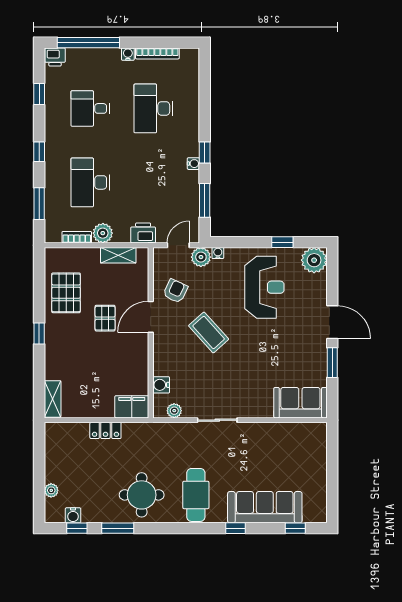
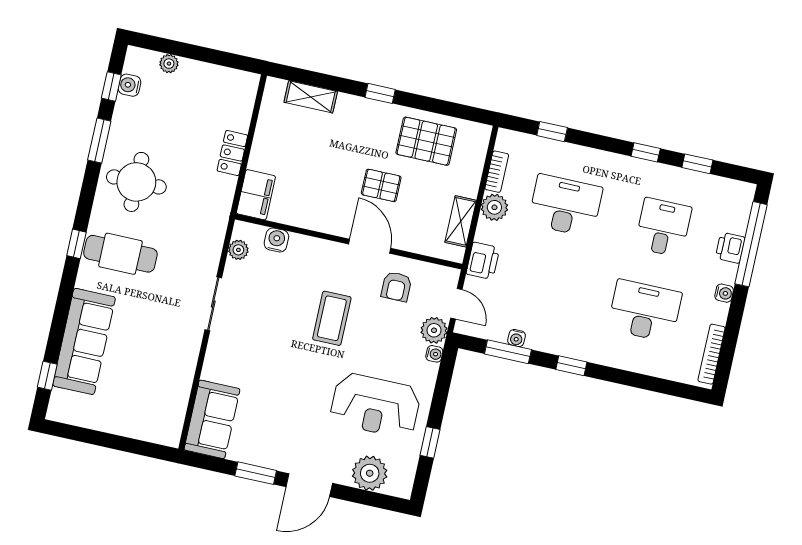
bookcase: (157, 53) -> (712, 354), moved
printer: (55, 57) -> (730, 248), moved
window: (39, 152) -> (646, 152), moved
water cooler: (193, 164) -> (516, 338), moved
window: (39, 204) -> (552, 132), width x0.67
plant: (314, 260) -> (370, 473), moved
armchair: (175, 291) -> (396, 287), turned 65
coffee table: (209, 332) -> (332, 318), turned -48
shelving: (53, 399) -> (311, 97), moved
window: (236, 528) -> (76, 244), moved

